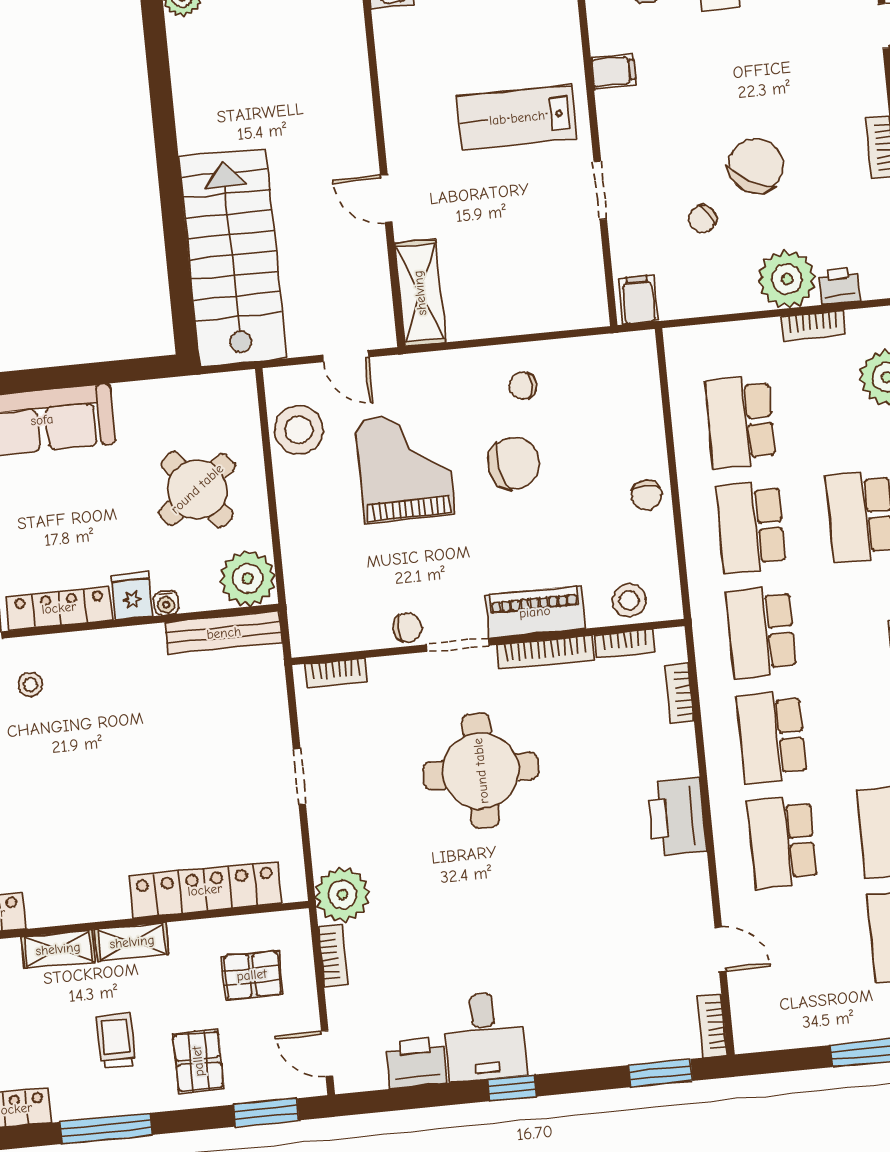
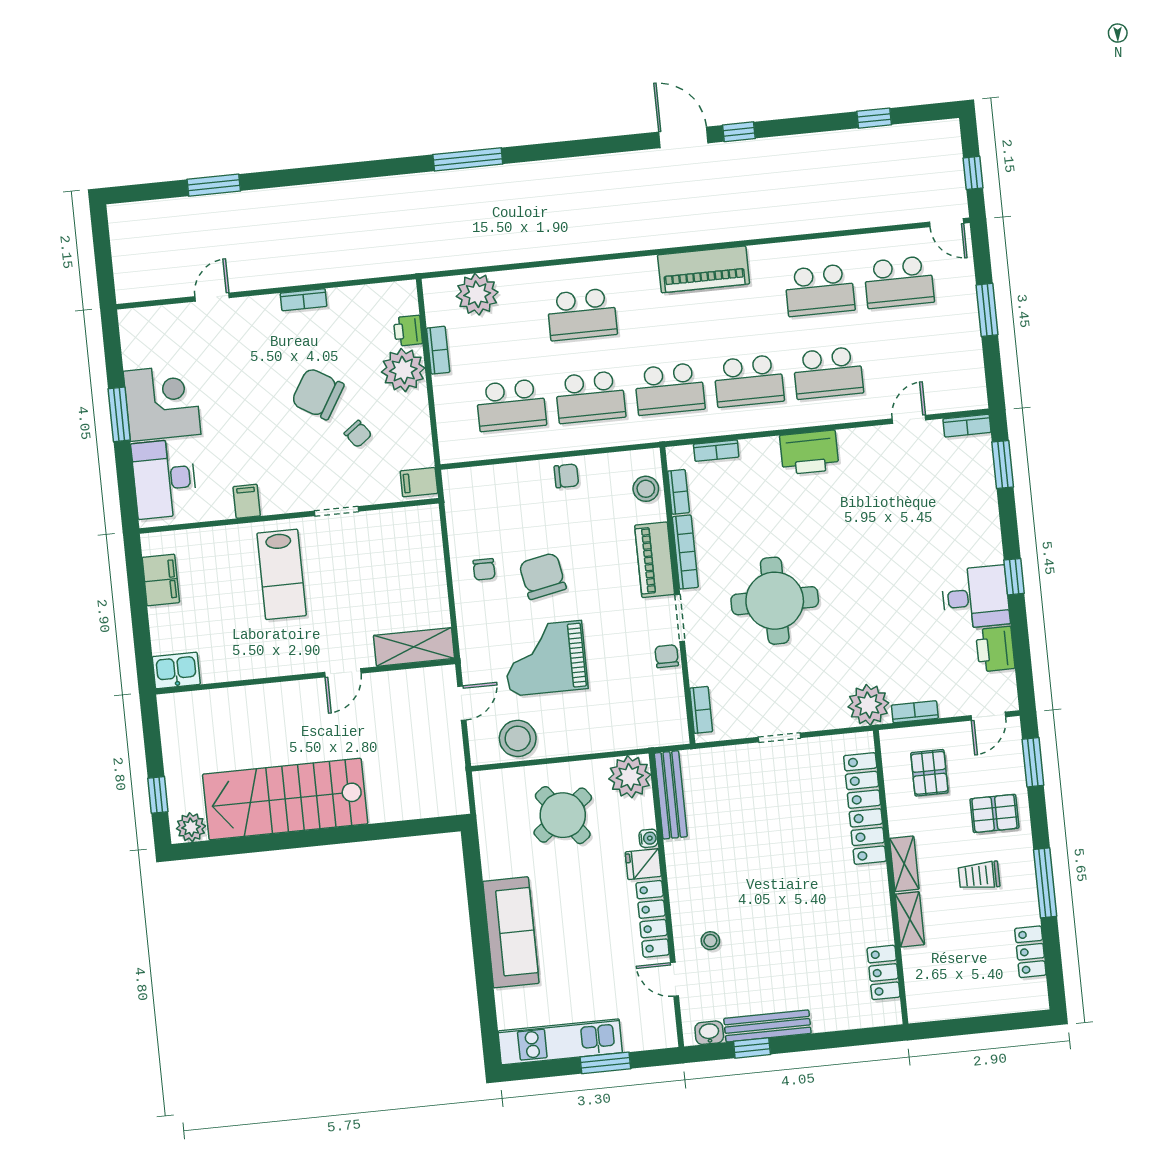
stairs: (233, 258) -> (285, 799), moved

